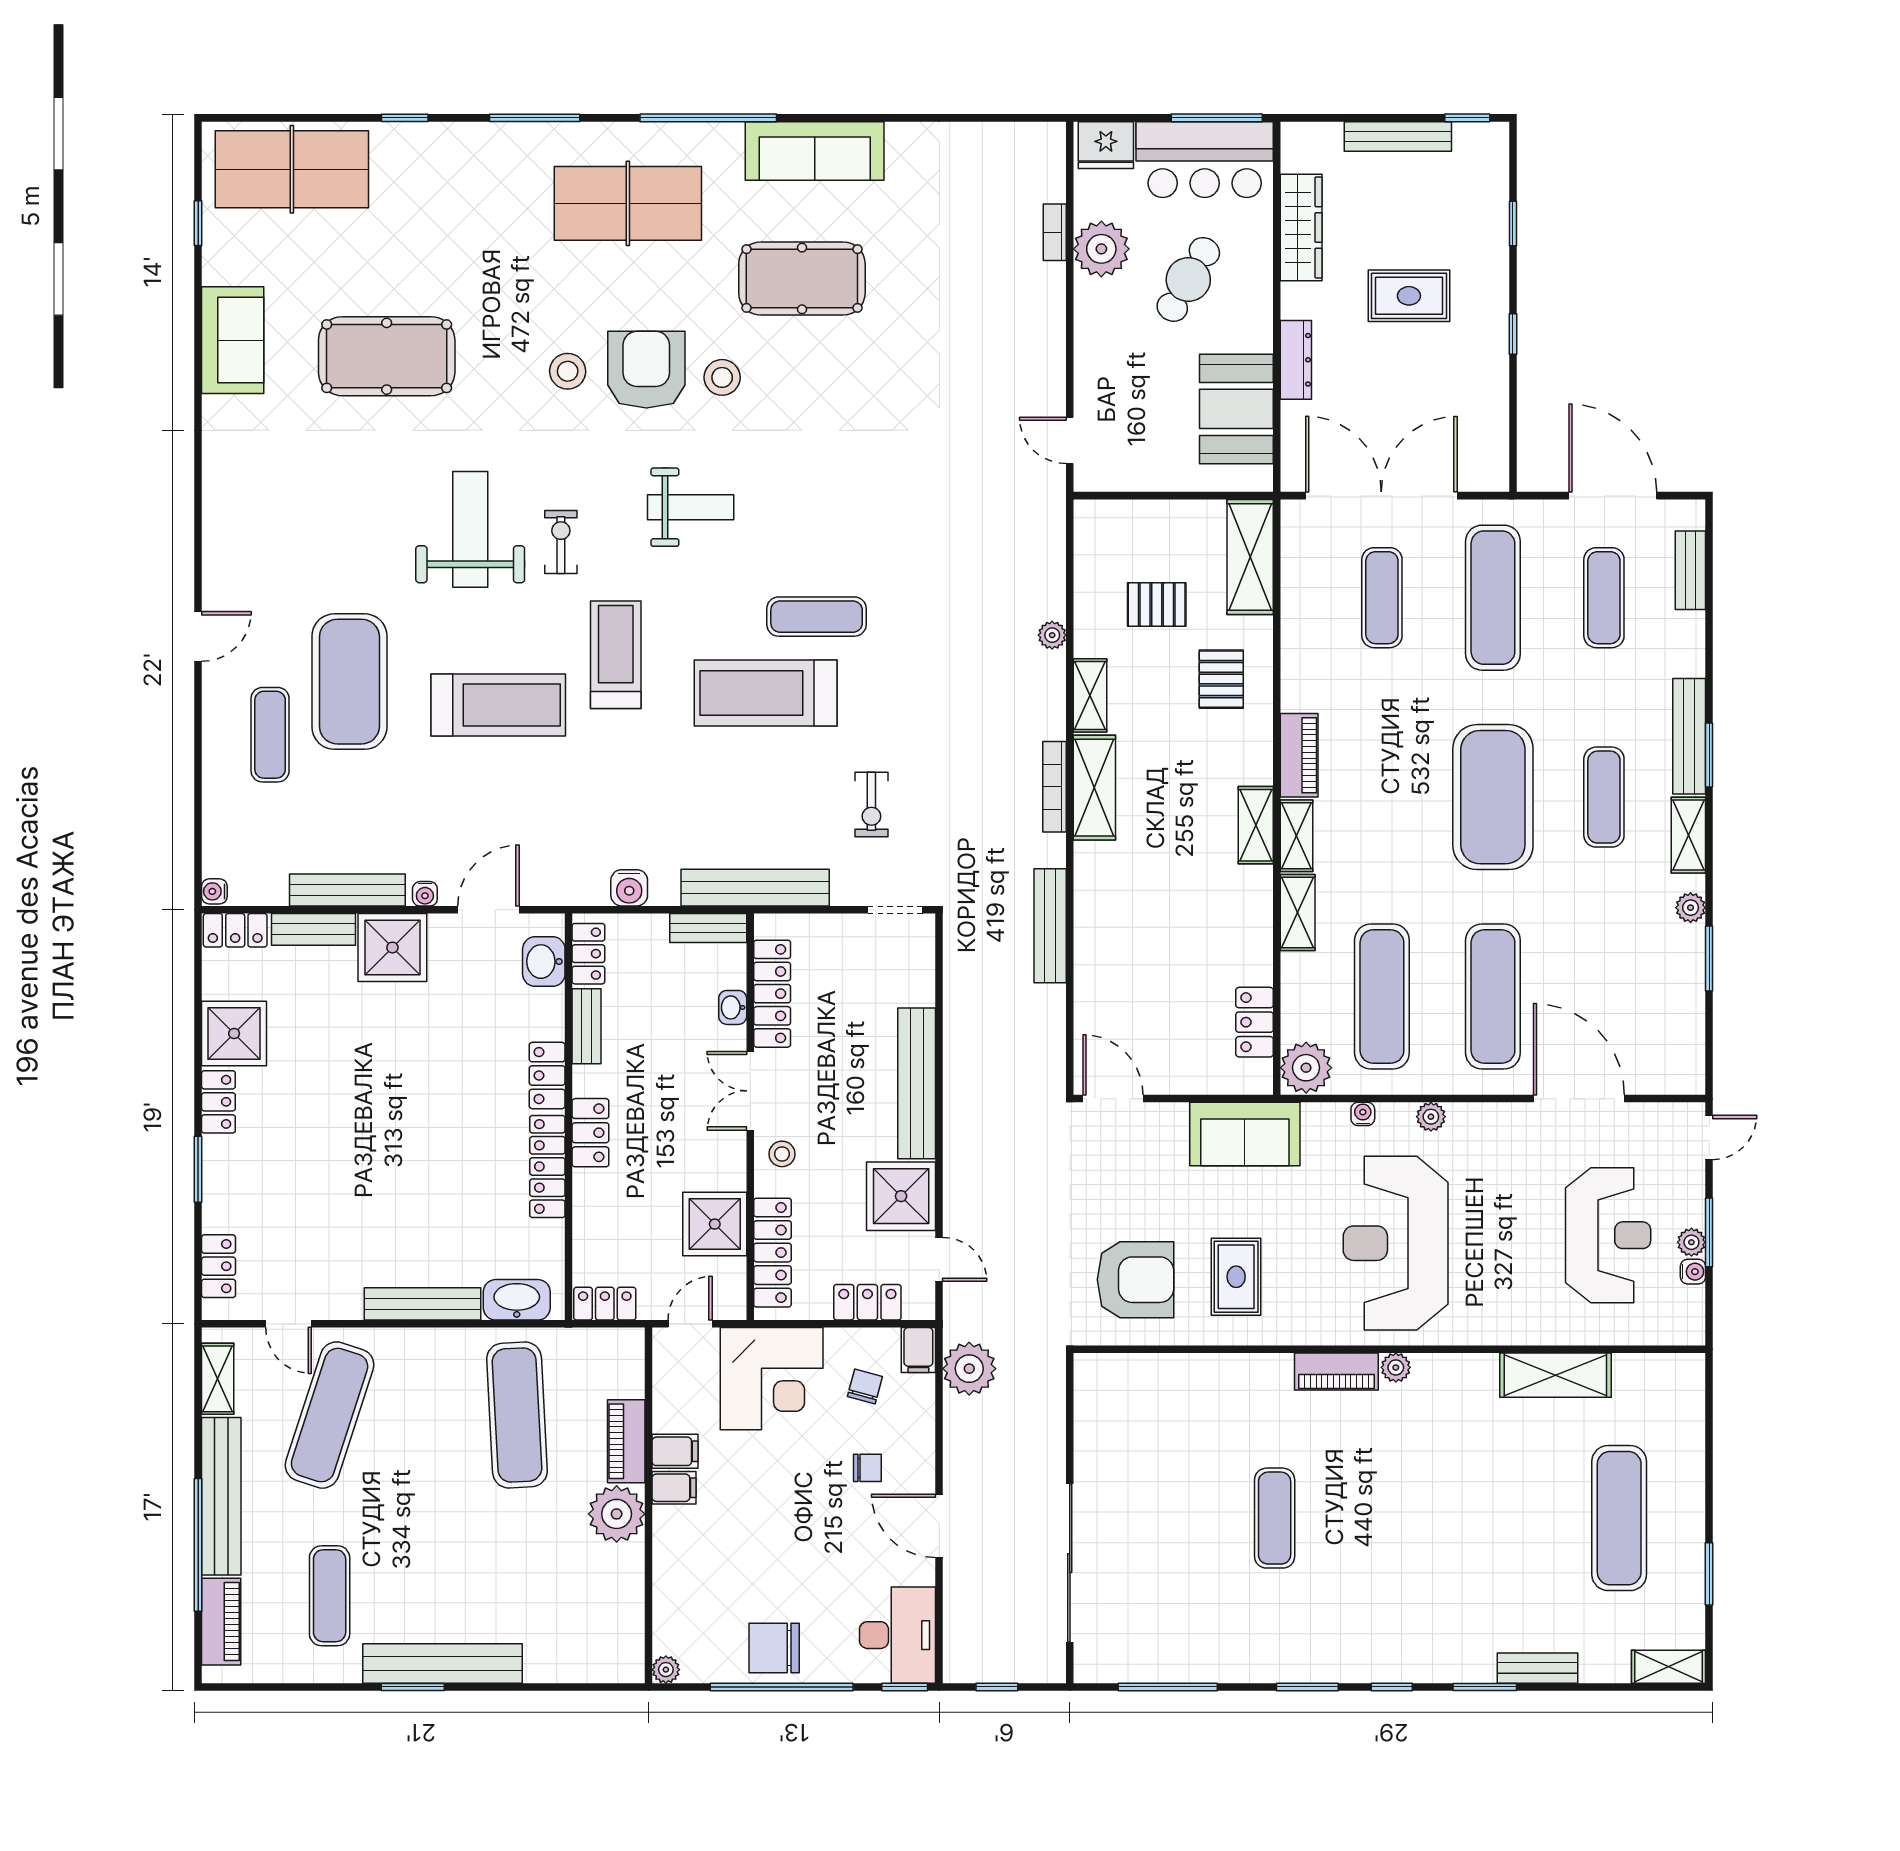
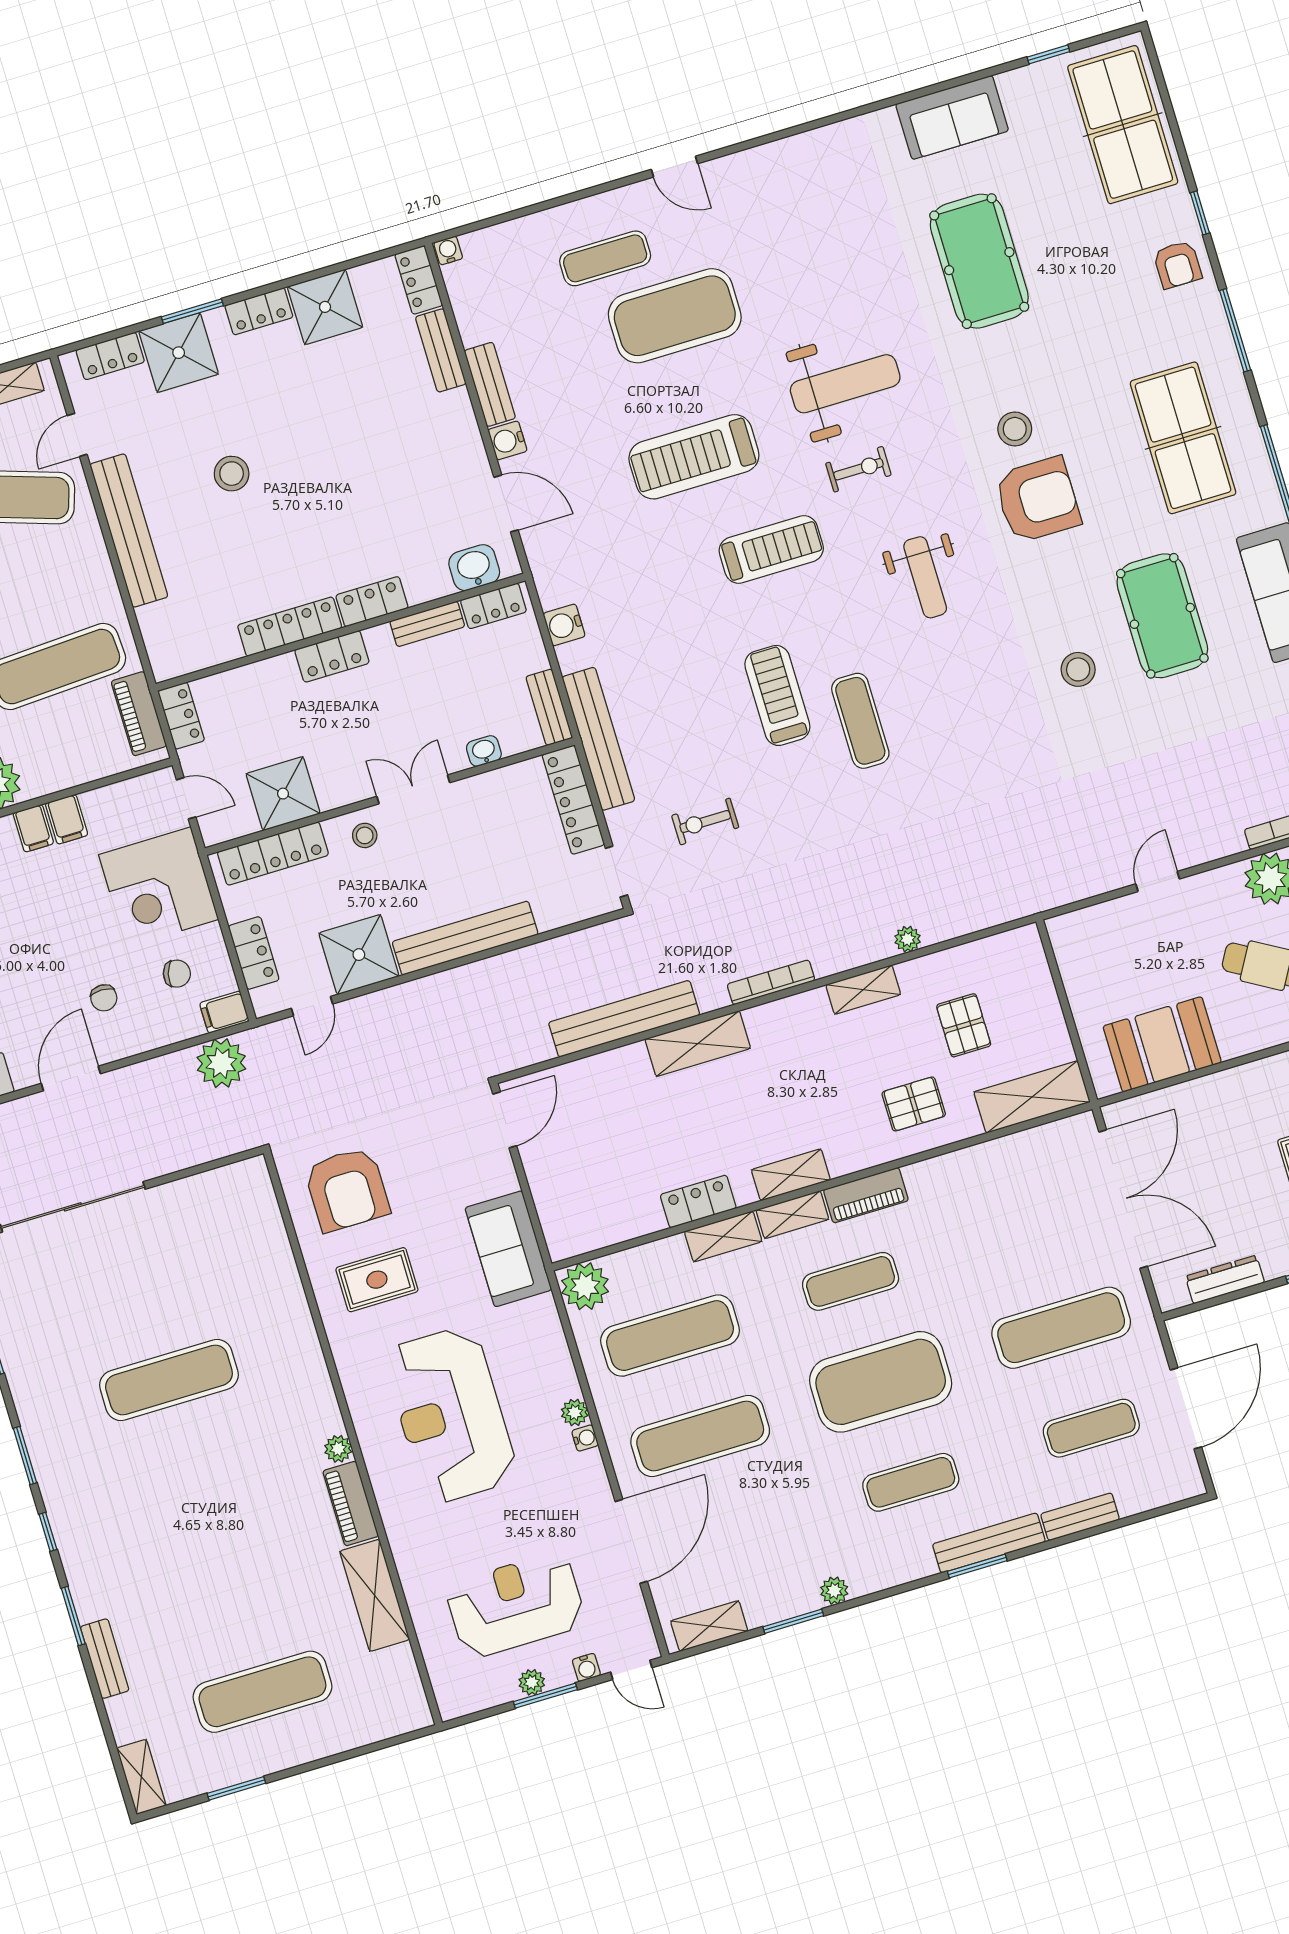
armchair: (450, 156) -> (1177, 265), added
dresser: (1296, 360) -> (1225, 1279), moved, turned 180
stool: (722, 377) -> (1078, 669), moved
door: (1070, 440) -> (1158, 881), moved
bench: (1690, 570) -> (1080, 1517), moved
exercise mat: (1382, 598) -> (851, 1281), moved
treadmill: (766, 693) -> (777, 695), width x0.73, depth x0.73
treadmill: (498, 705) -> (694, 457), turned 90
shelving: (1094, 788) -> (698, 1044), moved
shelving: (1688, 835) -> (709, 1626), moved
bench: (347, 890) -> (490, 384), width x0.73
water cooler: (425, 894) -> (507, 440), width x1.38, depth x1.38
bench: (1050, 926) -> (624, 1019), width x1.37, depth x1.21
shower: (392, 948) -> (179, 353), moved
locker: (772, 994) -> (573, 800), moved, turned 90
locker: (1255, 1022) -> (698, 1201), moved
water cooler: (1363, 1114) -> (585, 1438), moved
stool: (375, 1179) -> (232, 474), added
reception desk: (1608, 1235) -> (515, 1605), turned 180
reception desk: (1396, 1243) -> (451, 1415), turned -90
water cooler: (1693, 1272) -> (586, 1667), moved
washbasin: (517, 1300) -> (161, 635), removed
bench: (422, 1304) -> (129, 531), width x1.37, depth x1.21
piano: (1336, 1372) -> (351, 1504), moved
piano: (626, 1441) -> (139, 714), moved, turned -90
exercise mat: (1275, 1518) -> (169, 1380), width x1.36, depth x1.45

